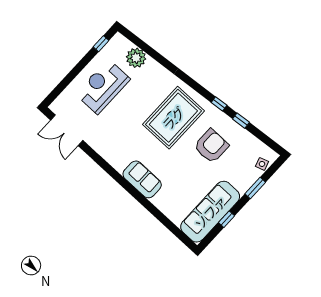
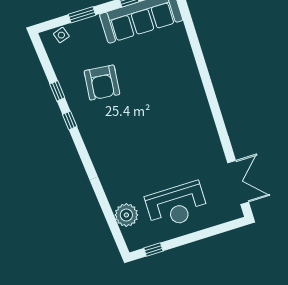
rug: (173, 118) -> (123, 133), removed
armchair: (211, 146) -> (102, 83), turned -84
sofa: (142, 179) -> (191, 89), removed

